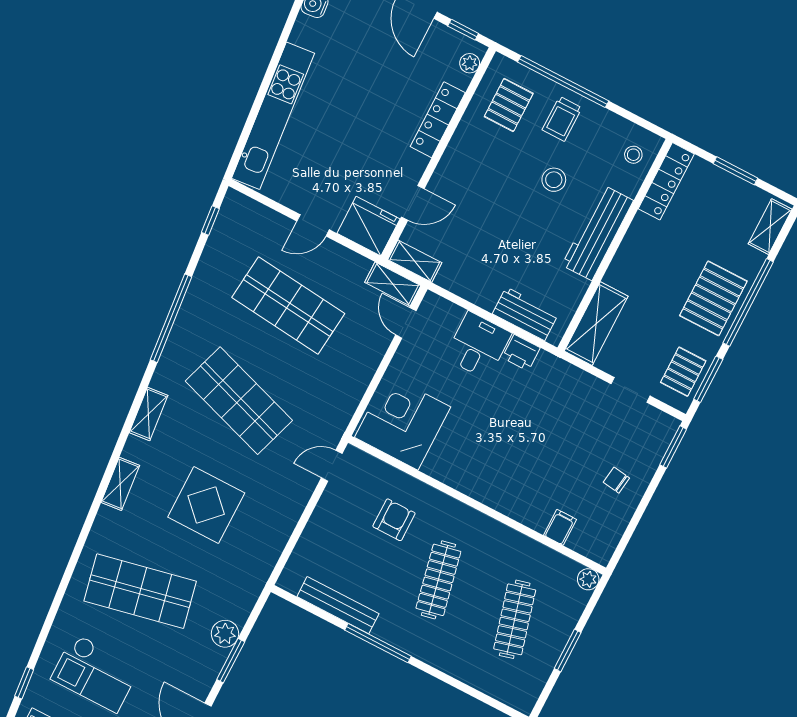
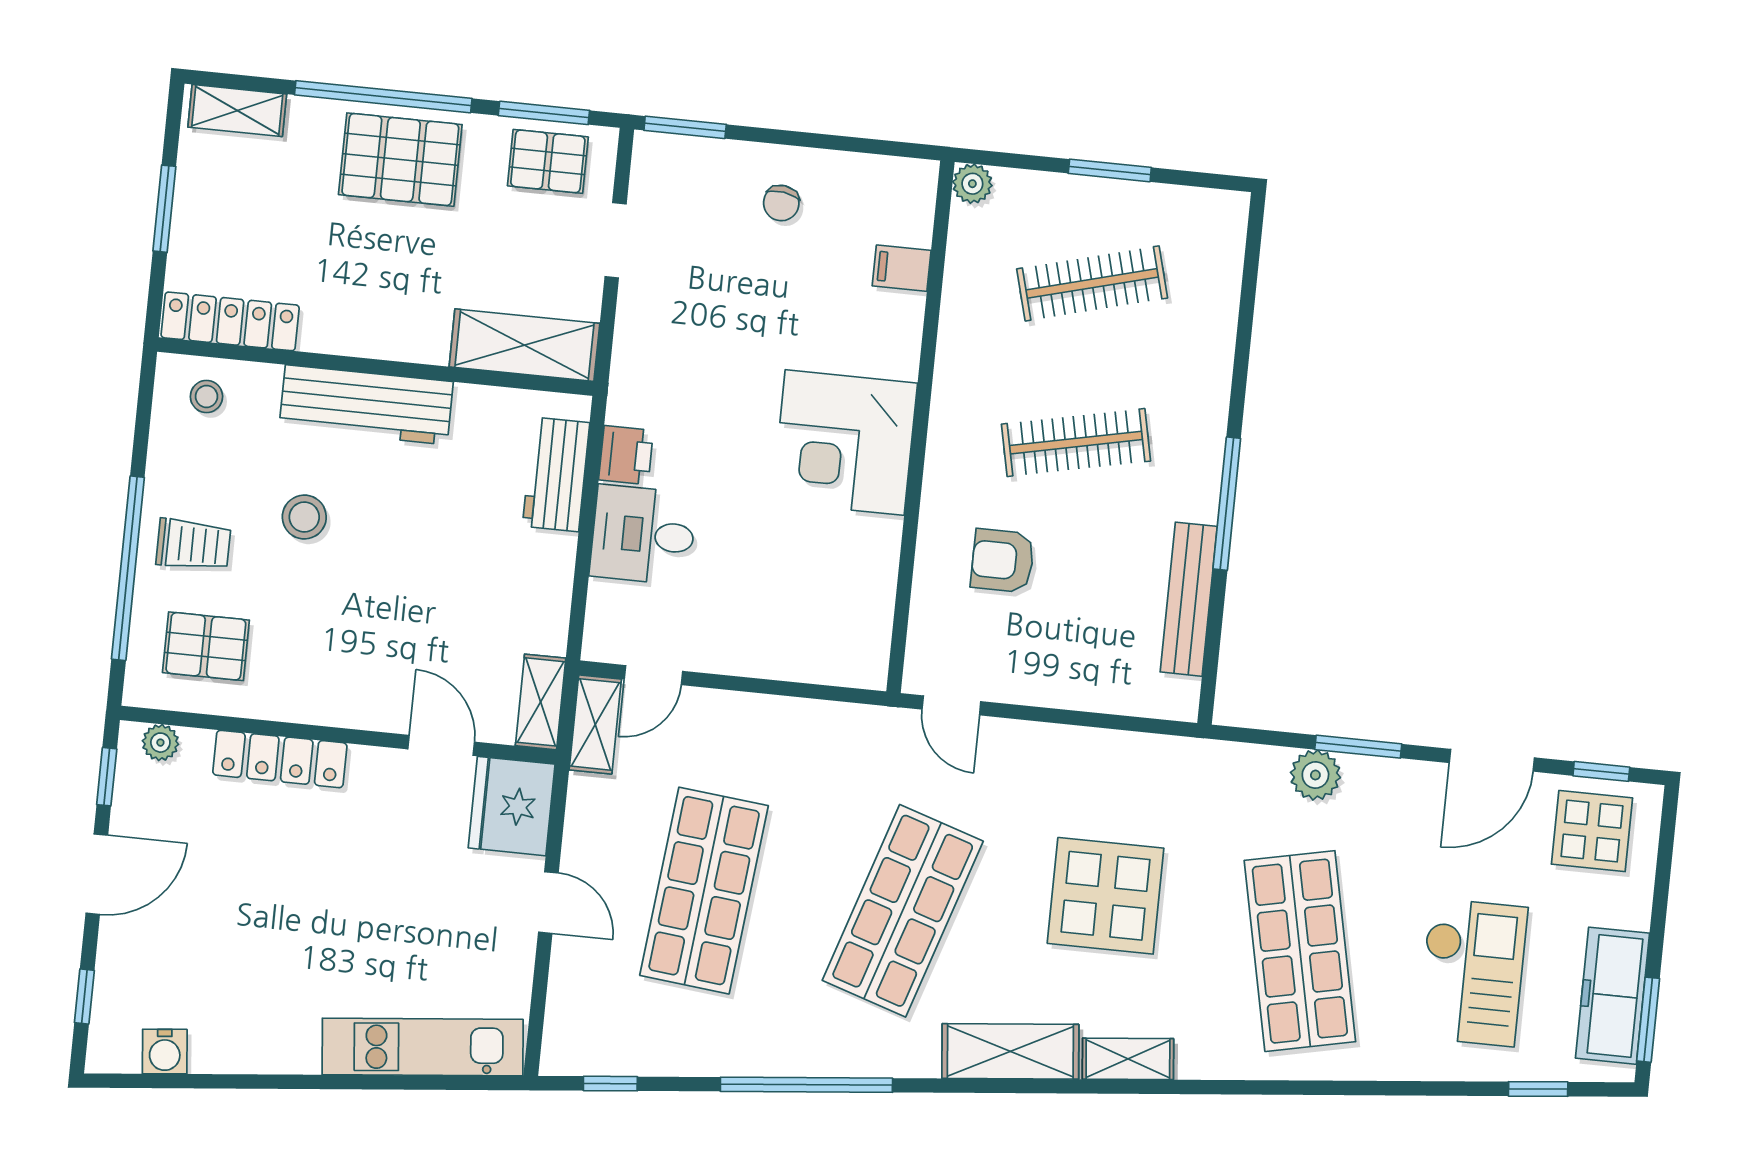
kitchen unit: (273, 116) -> (423, 1047), width x0.73
shelving: (148, 414) -> (1010, 1051), width x1.50, depth x1.33
corner desk: (403, 422) -> (845, 443), moved

